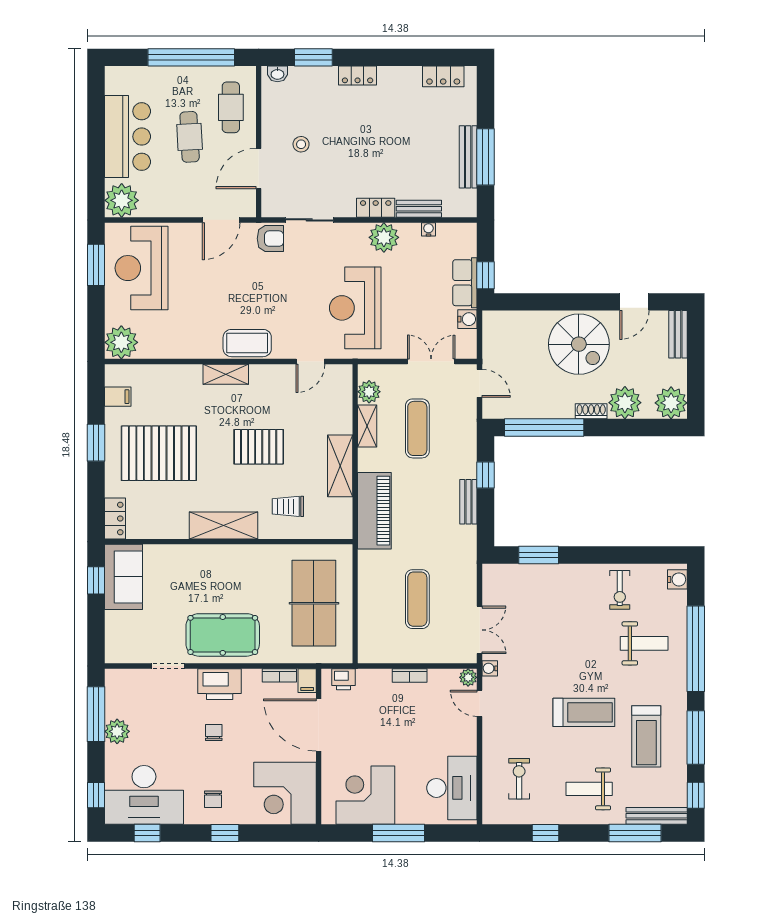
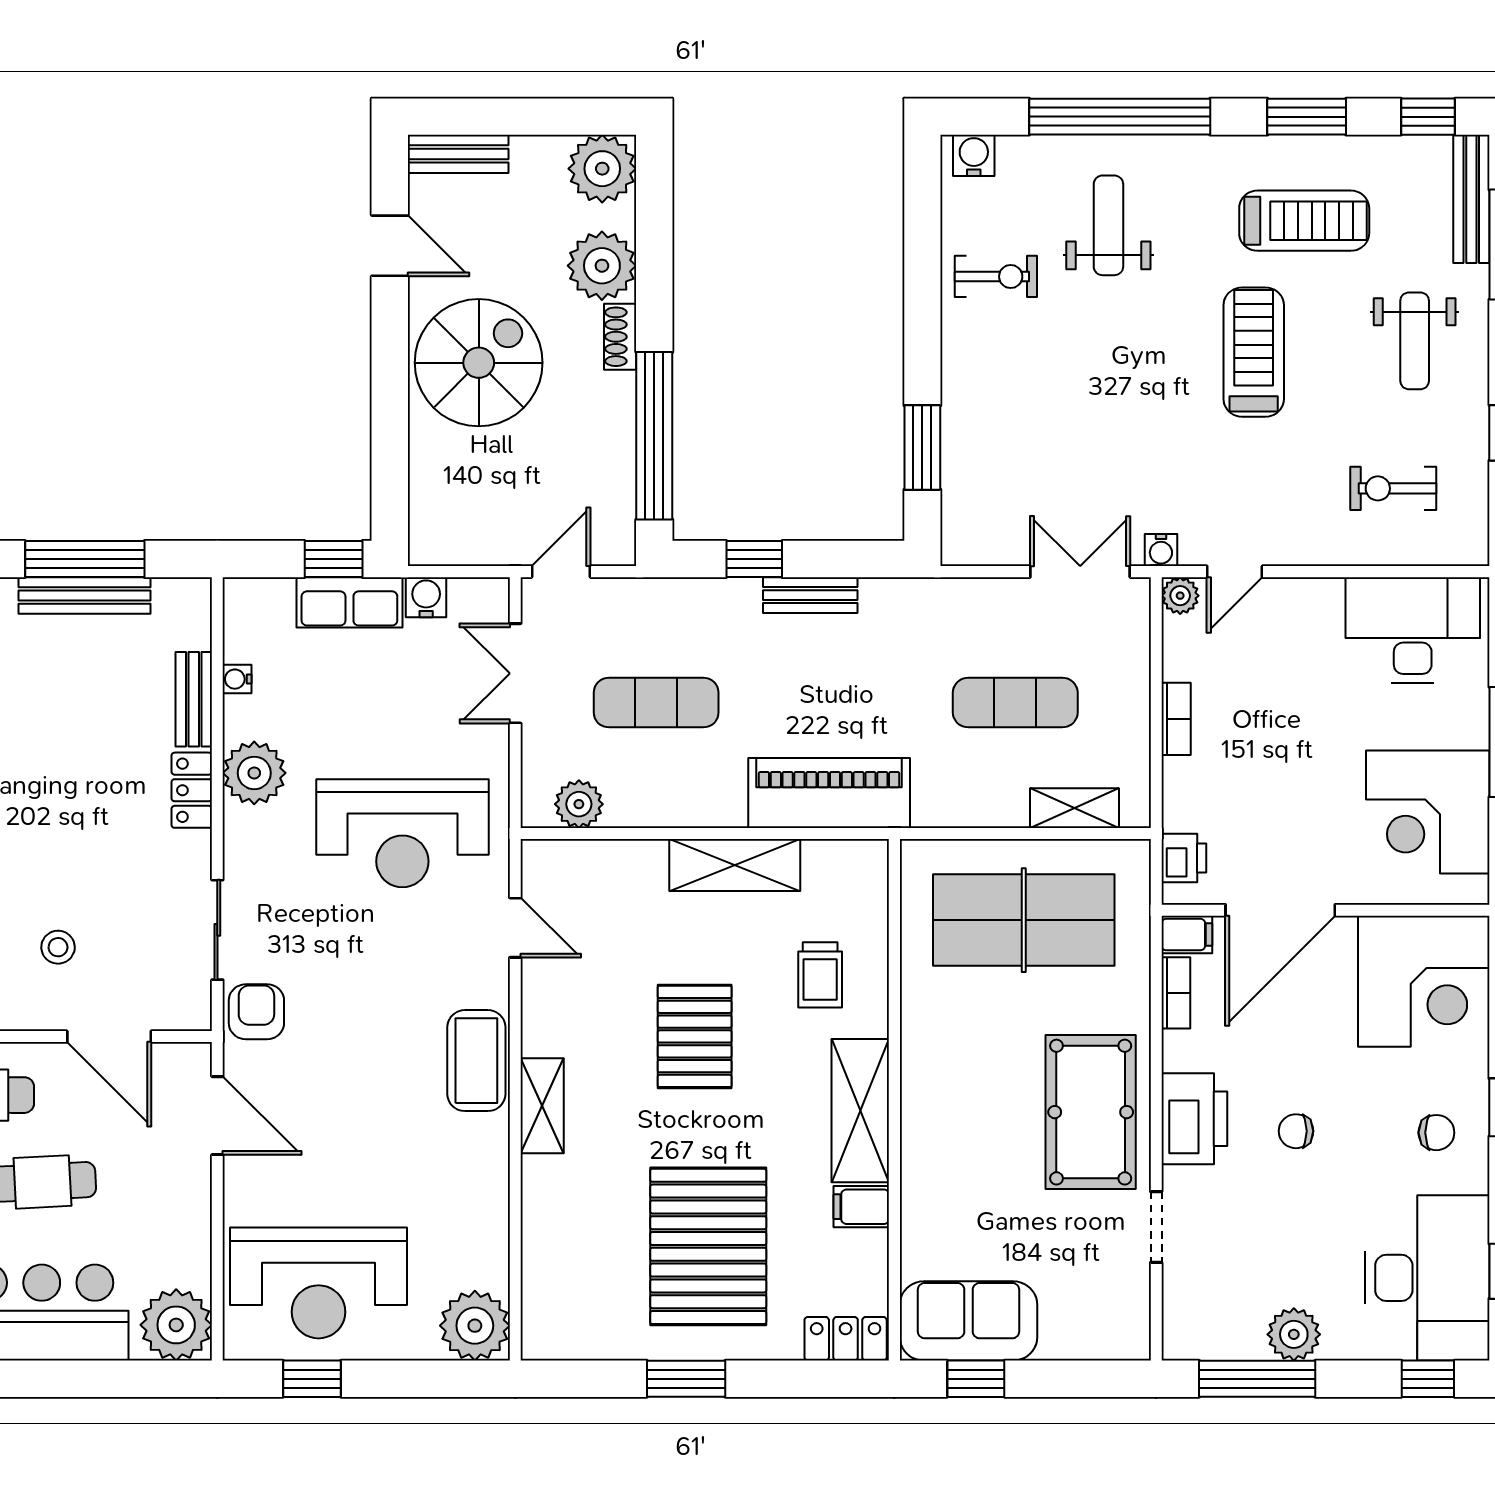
window: (96, 265) -> (312, 1379), width x0.67
filing cabinet: (118, 397) -> (861, 1207), moved, turned -90
shelving: (367, 426) -> (1074, 808), moved
window: (696, 738) -> (1307, 117), width x0.69

